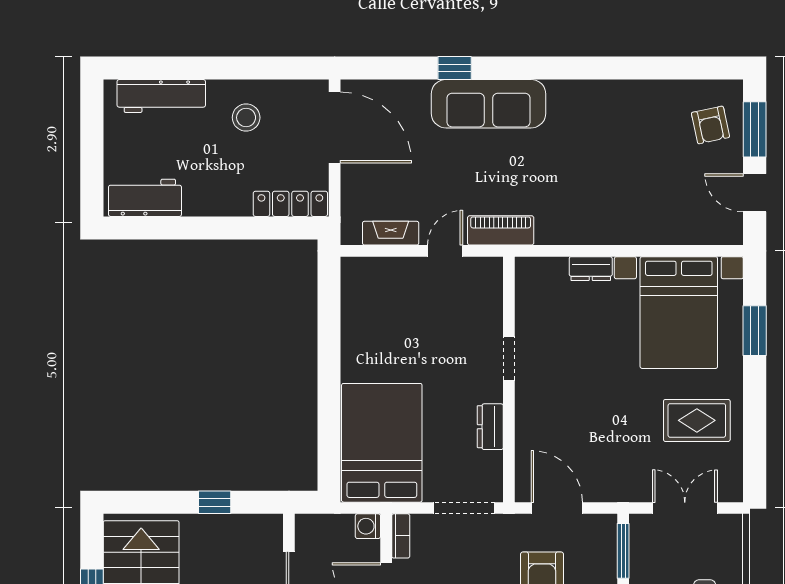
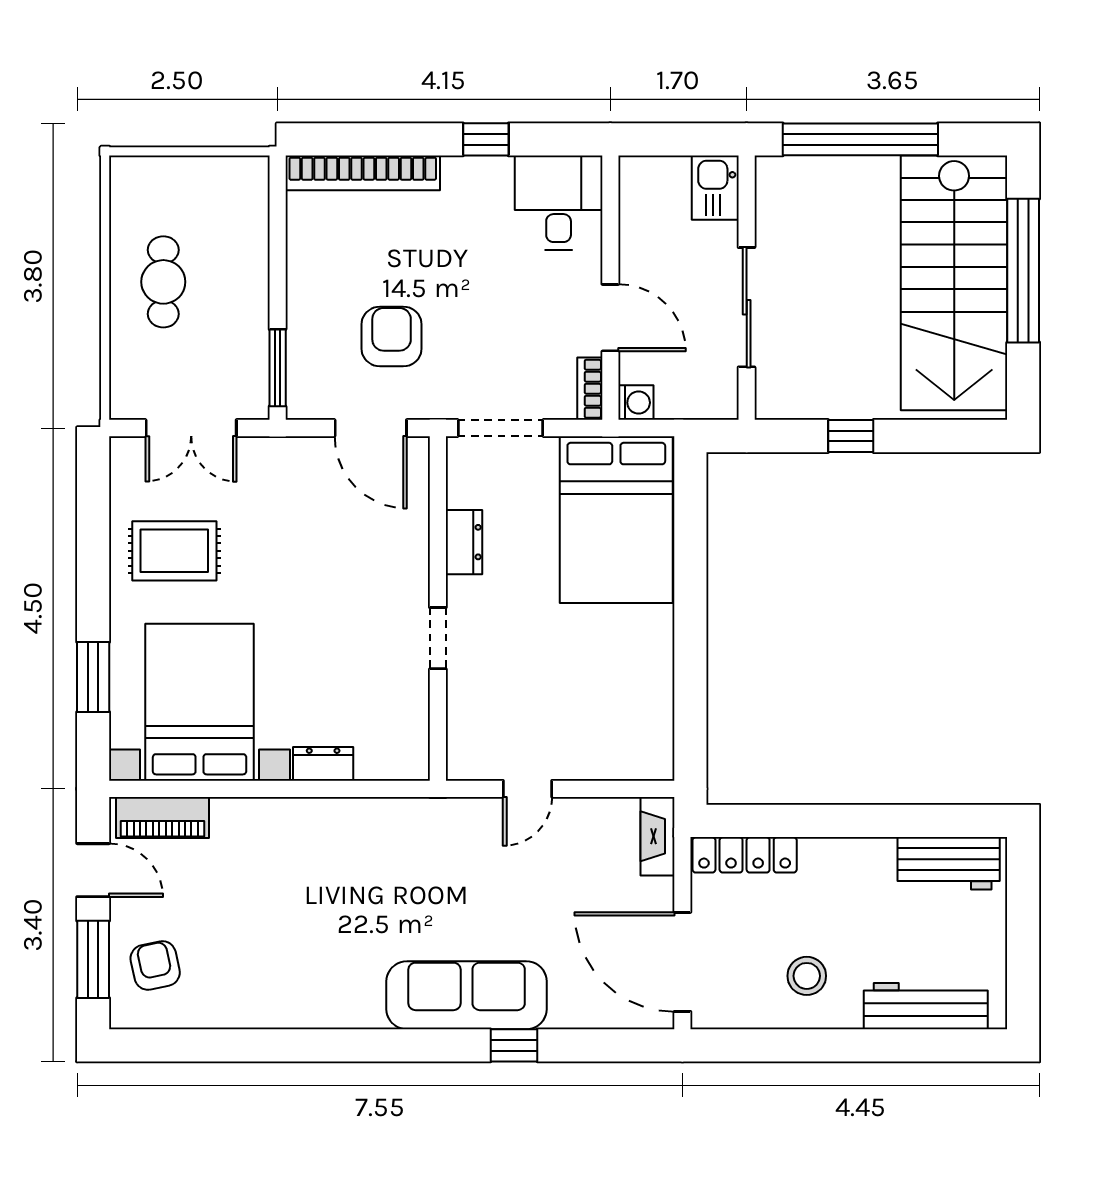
piano: (501, 230) -> (162, 818), moved
fireplace: (391, 233) -> (658, 836), moved, turned 90

